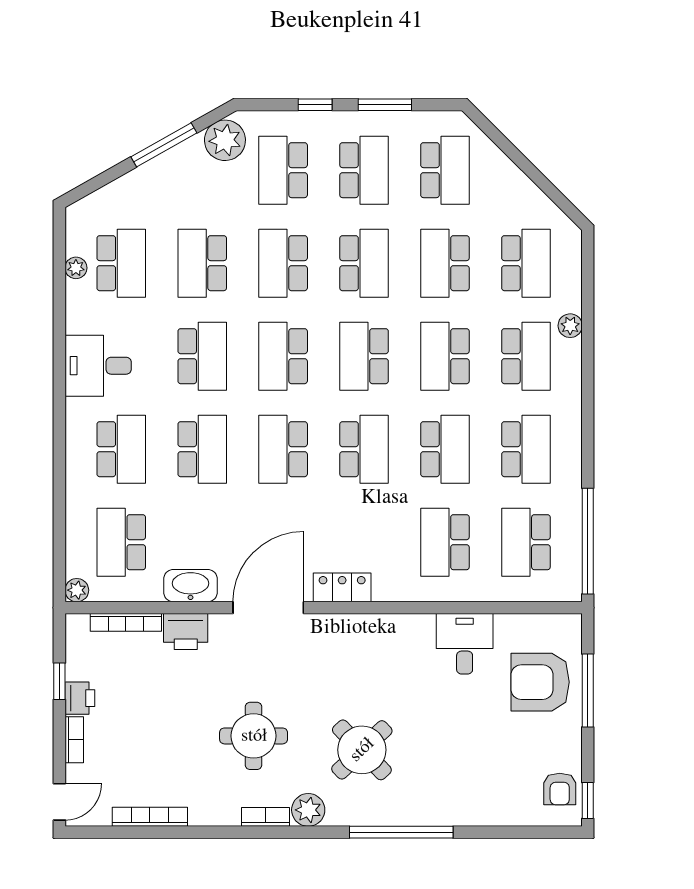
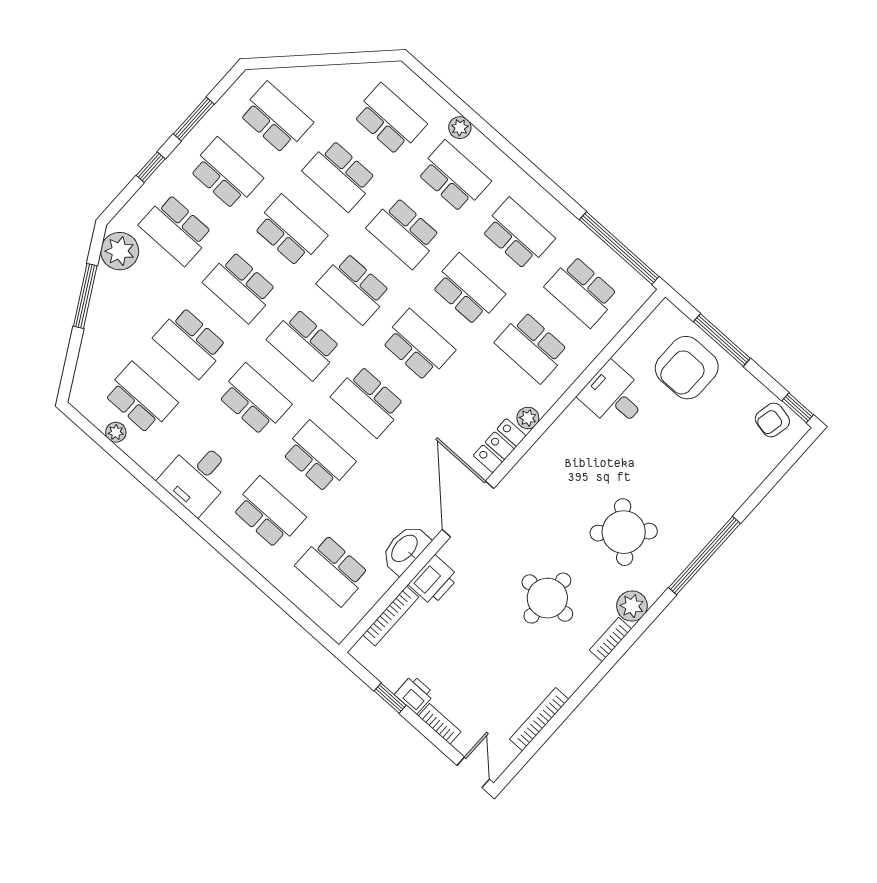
plant: (77, 590) -> (528, 418), moved
armchair: (560, 789) -> (772, 420), turned 102

